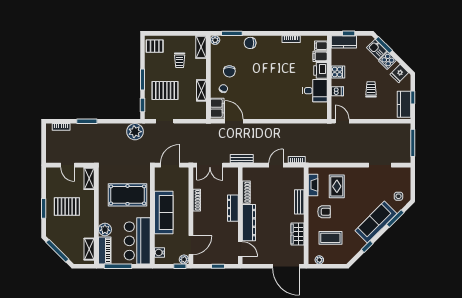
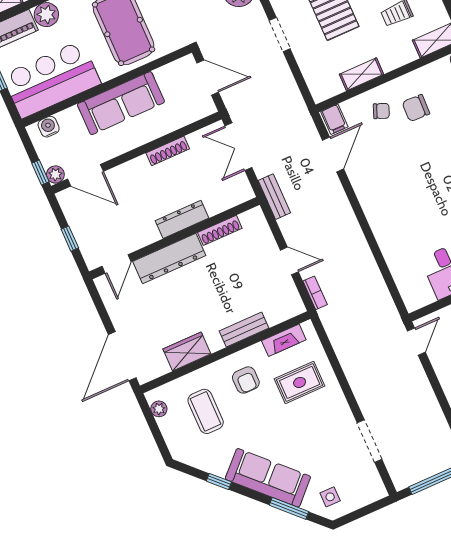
filing cabinet: (217, 108) -> (334, 119), width x0.50

